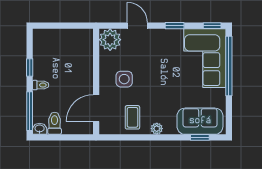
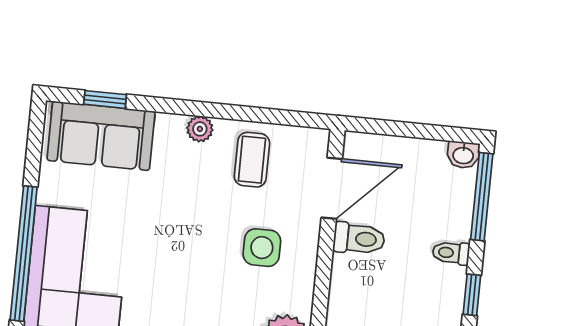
toilet: (55, 123) -> (359, 239), moved, turned -90

